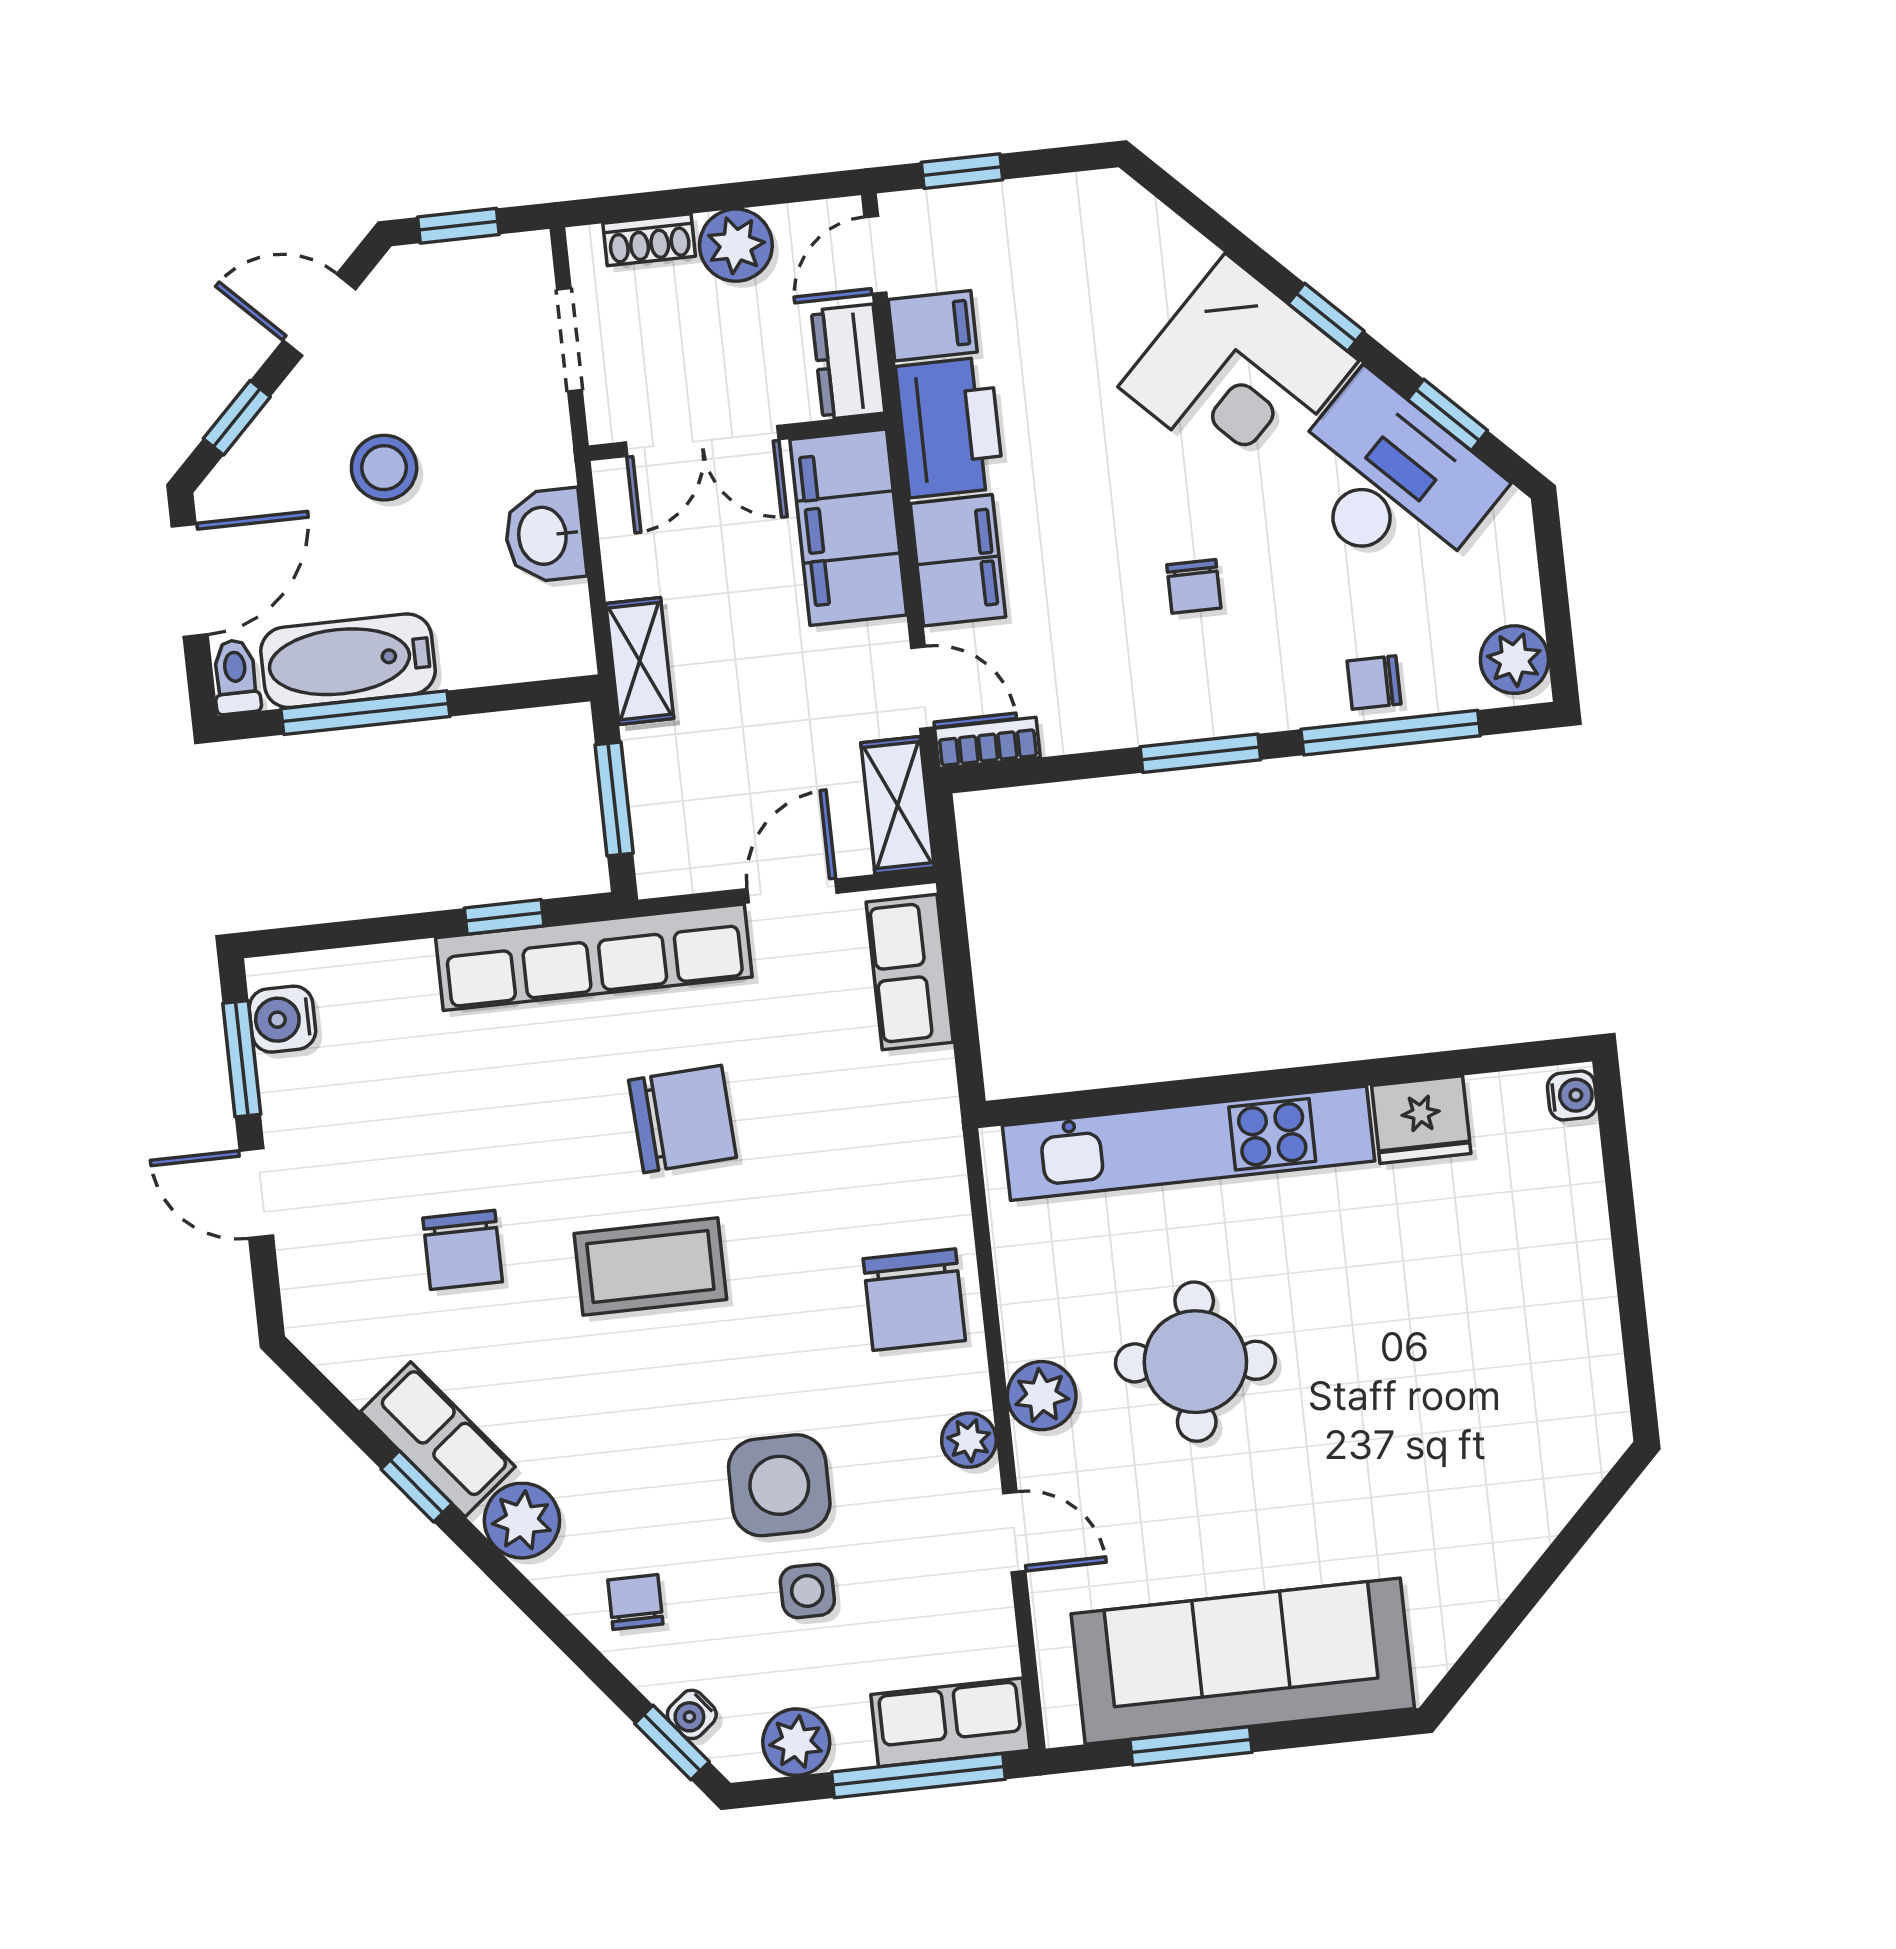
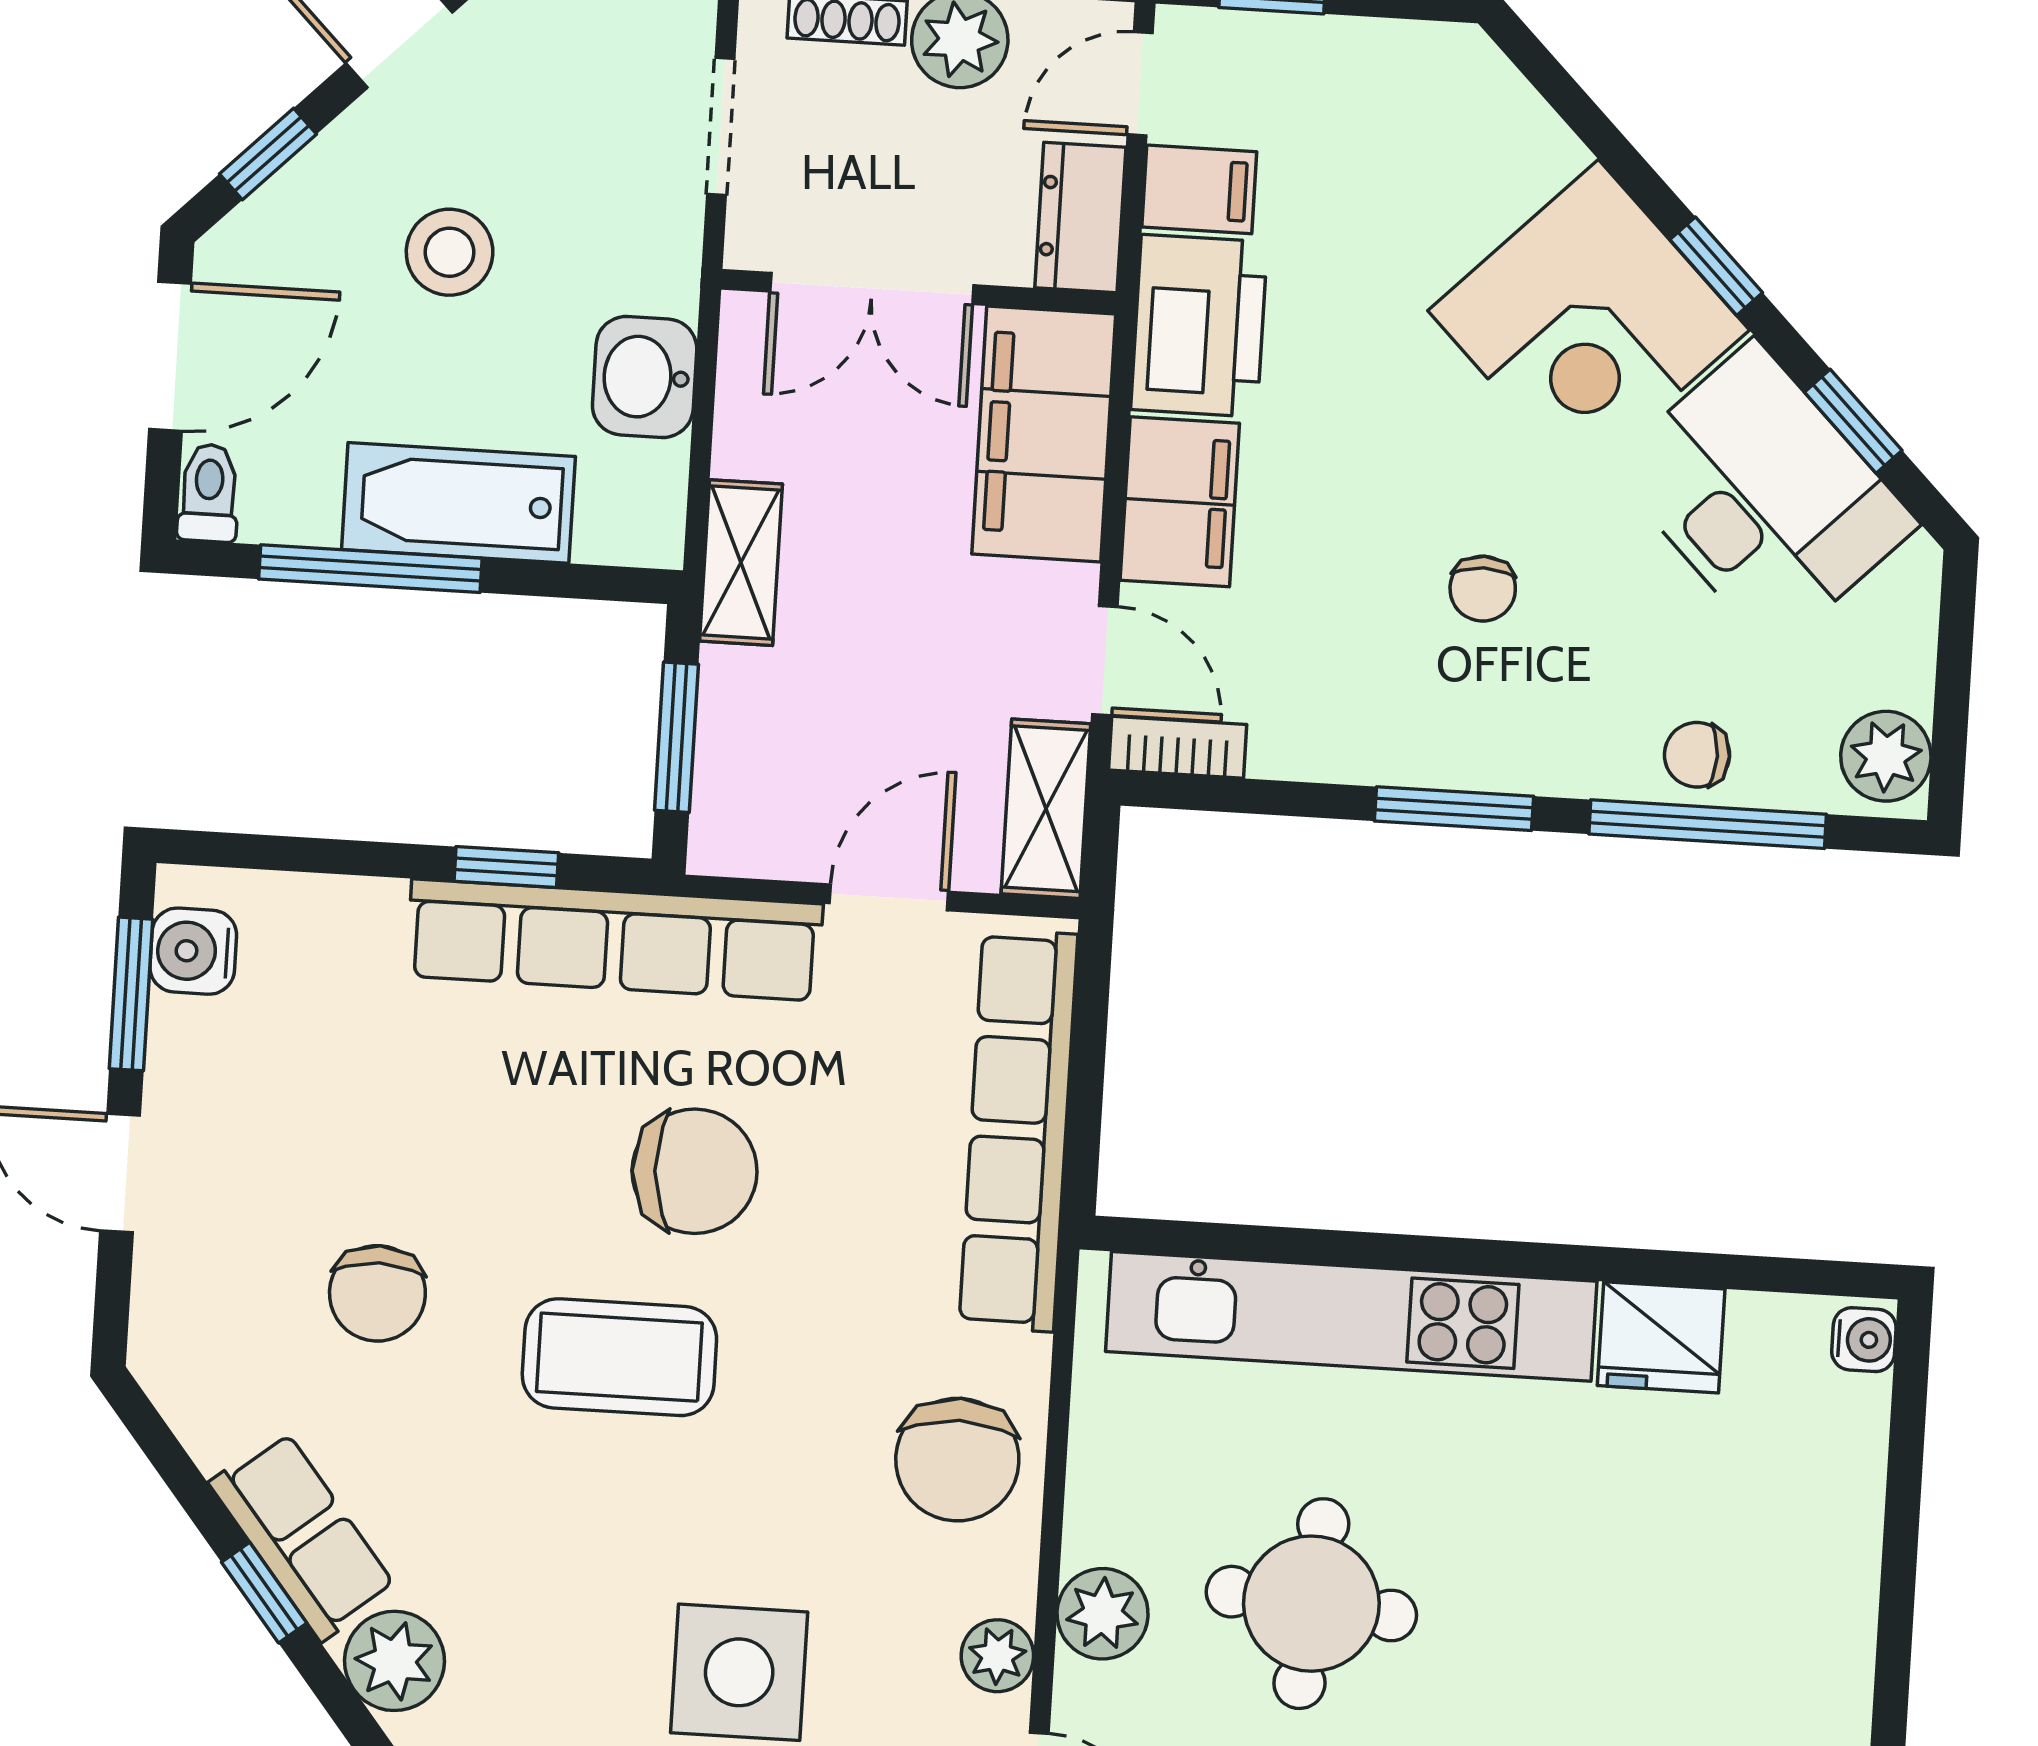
bathtub: (348, 661) -> (458, 503), moved
row of seats: (910, 972) -> (1018, 1130), width x2.02

